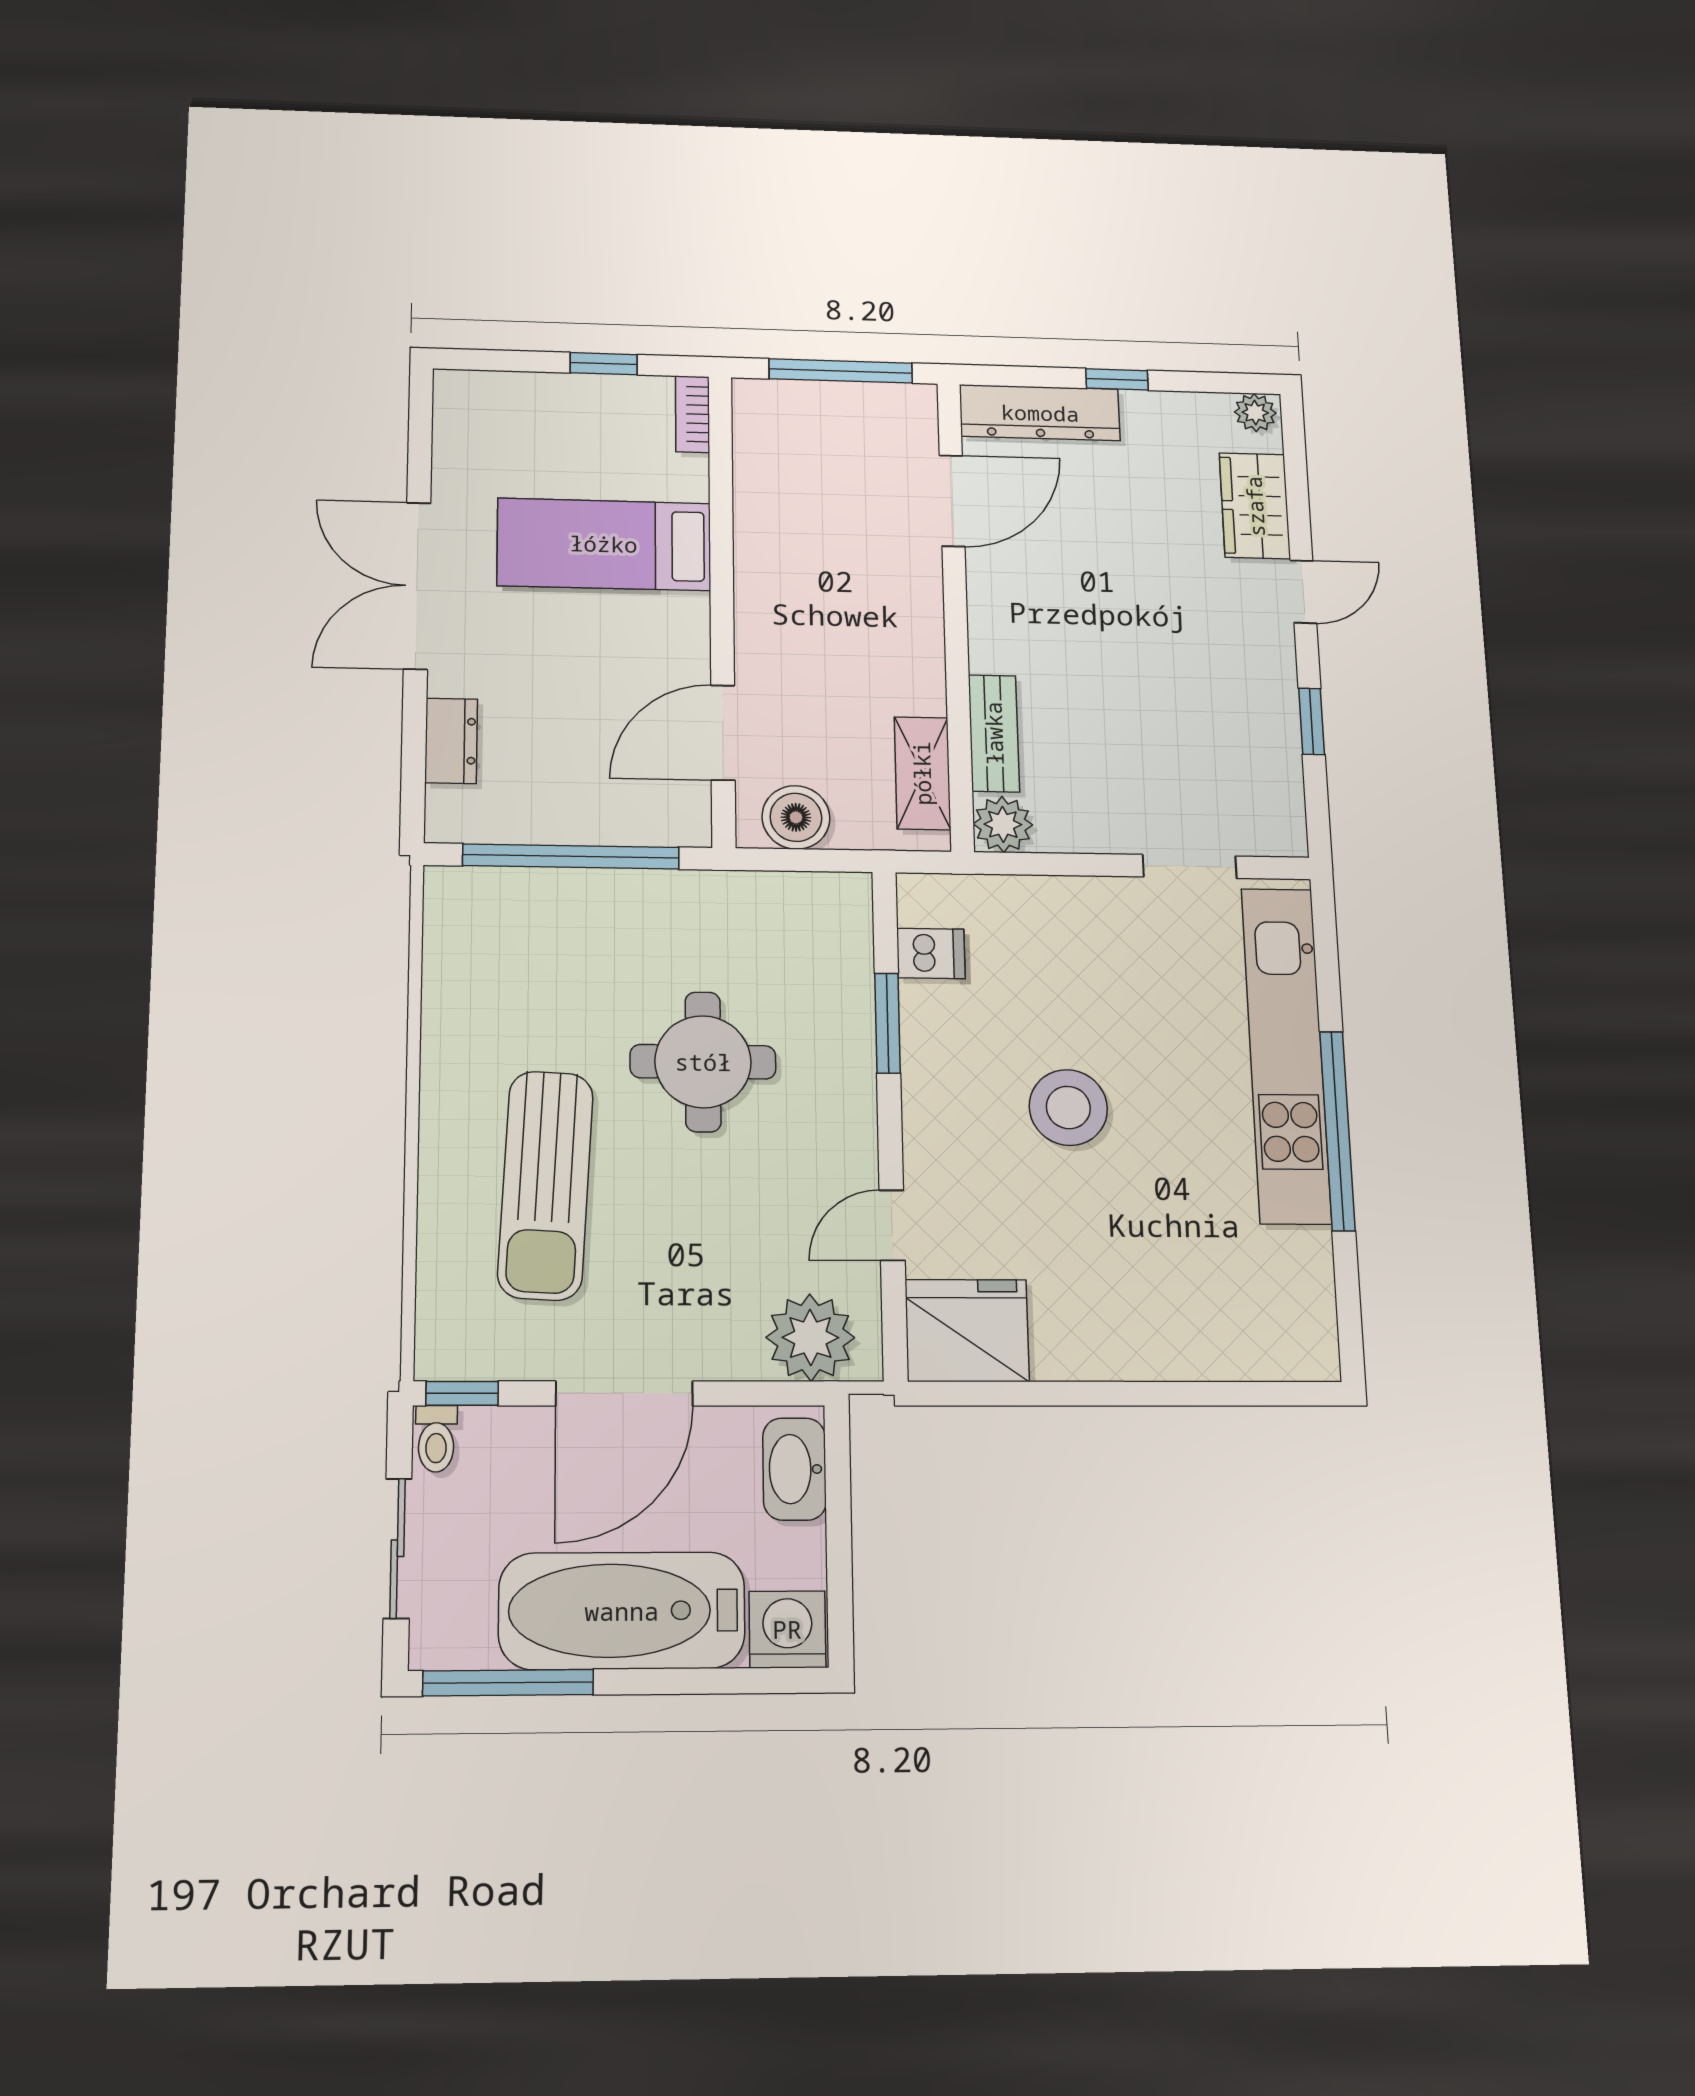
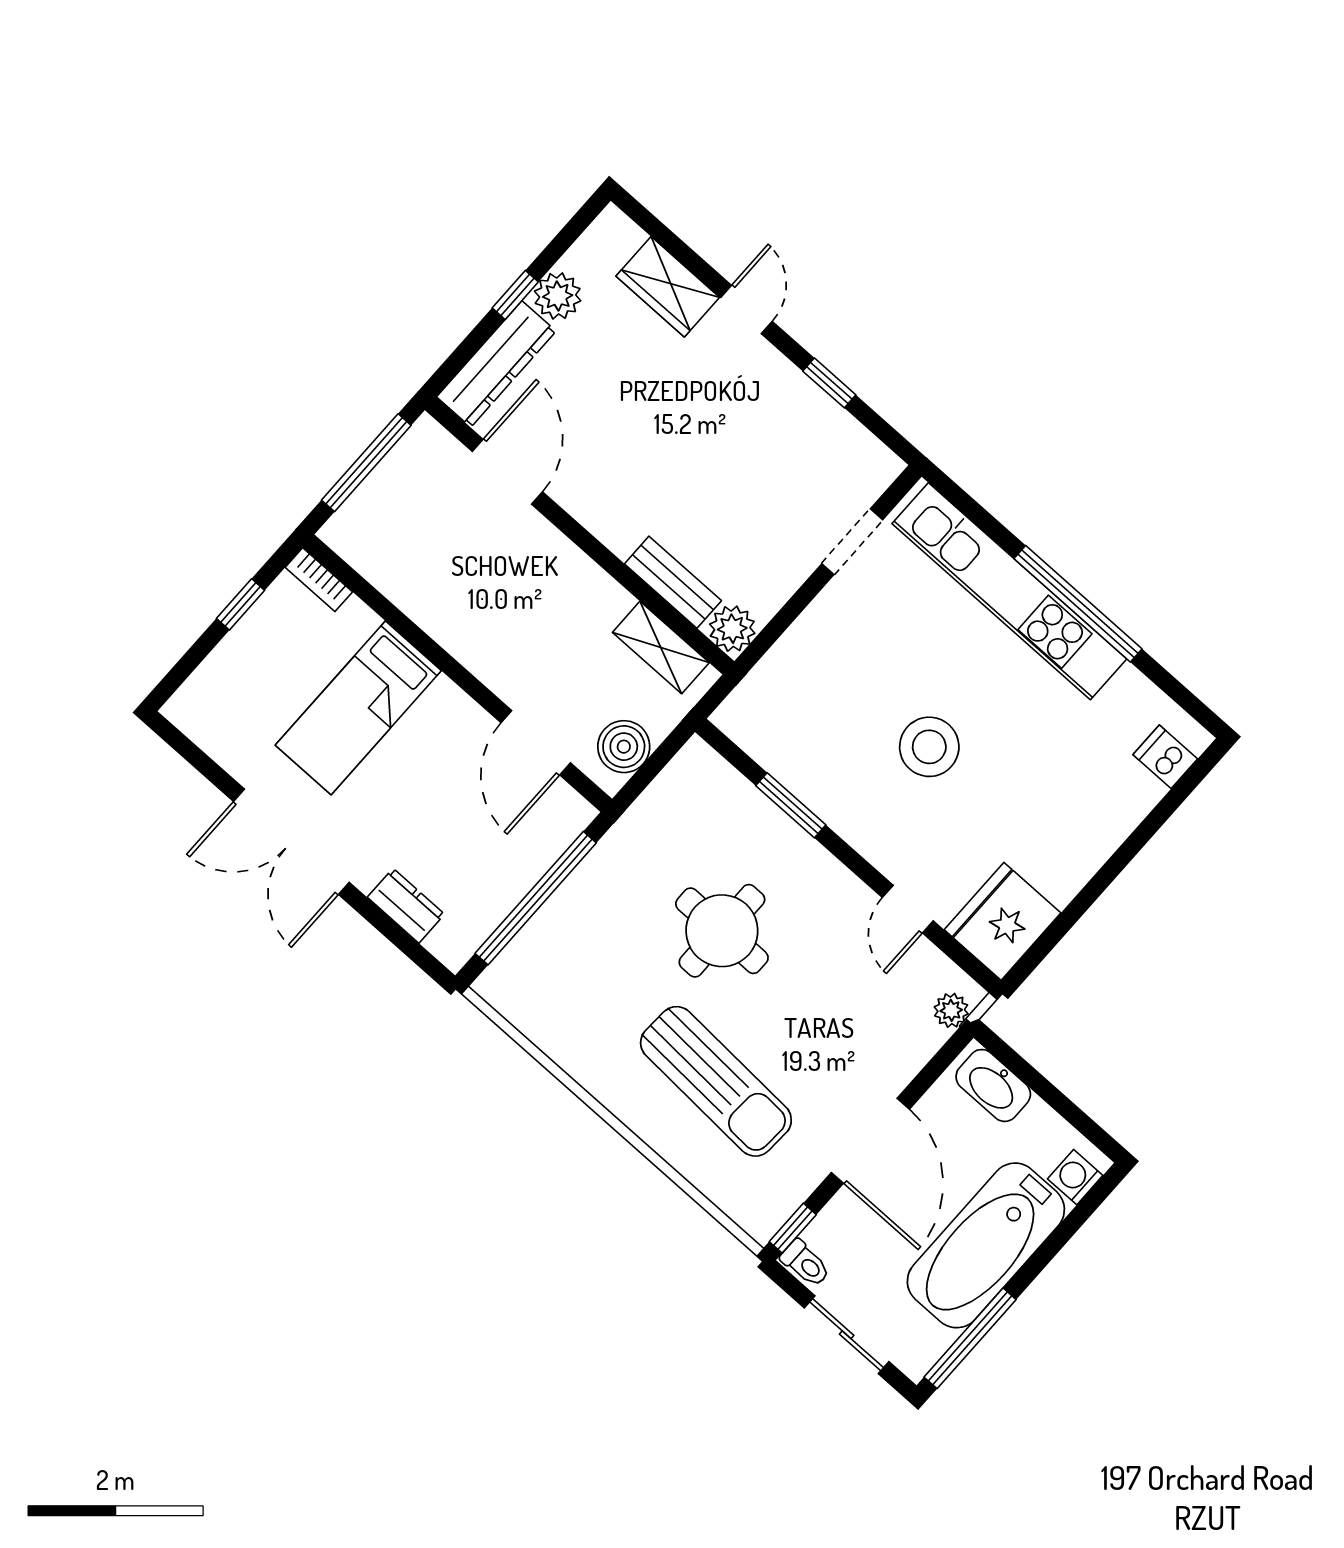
plant: (1255, 413) -> (558, 296), moved, width x1.38, depth x1.38
dishwasher: (931, 953) -> (1165, 757), moved, turned -90
plant: (810, 1338) -> (951, 1010), width x0.53, depth x0.53
washing machine: (787, 1629) -> (1075, 1177), width x0.73, depth x0.73

